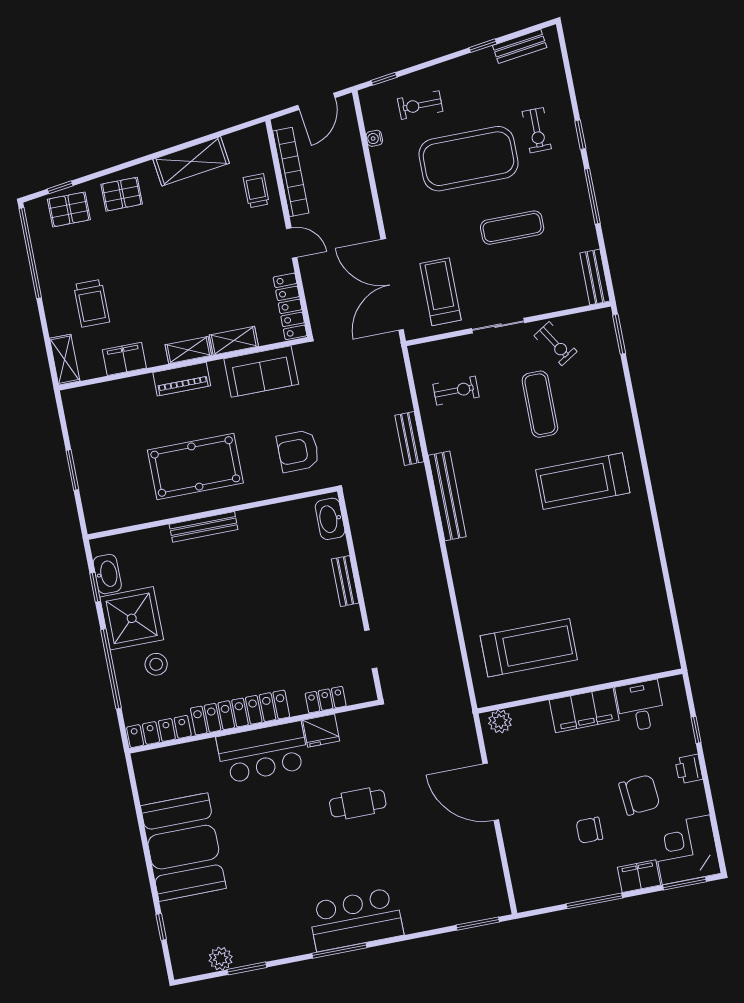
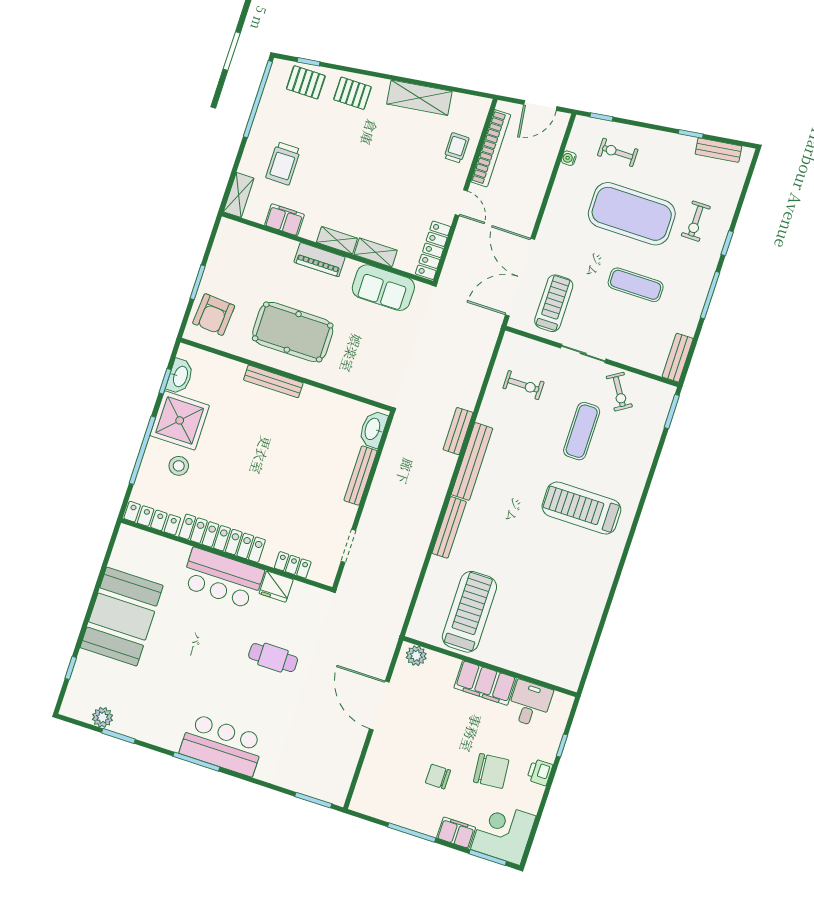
bench: (409, 439) -> (458, 431), moved
armchair: (298, 451) -> (214, 315), moved, turned -86
bench: (461, 575) -> (449, 527), added
bench: (345, 581) -> (360, 476), width x1.36
treadmill: (529, 648) -> (469, 612), turned -90

